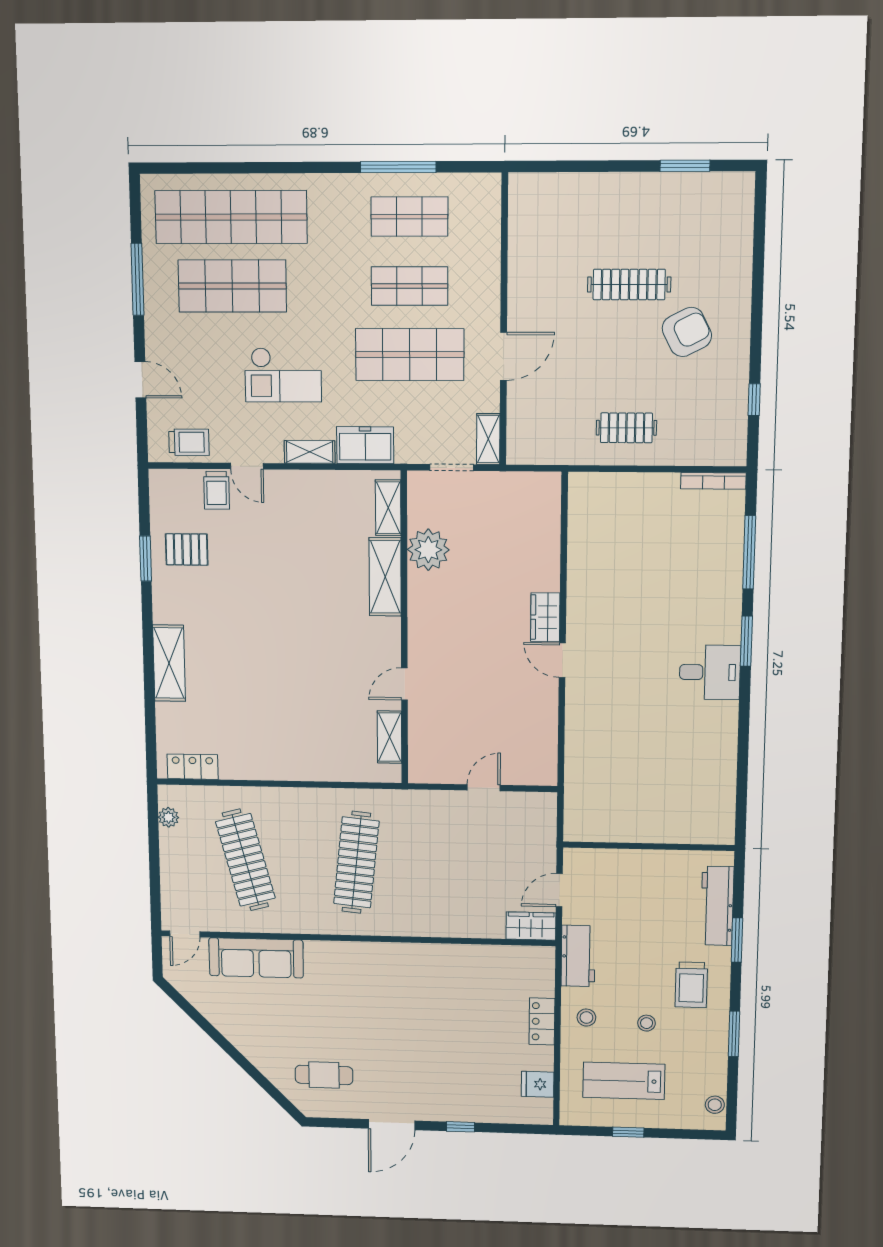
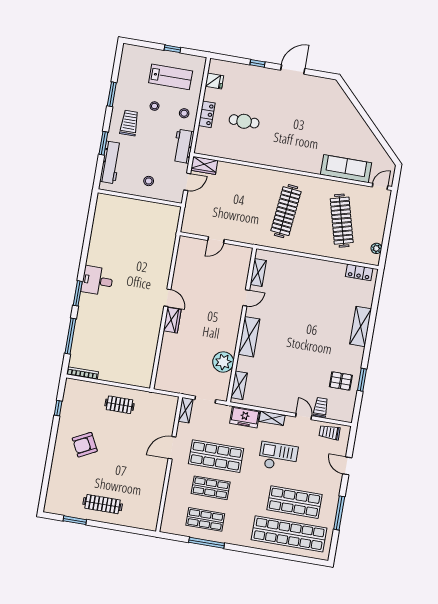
clothes rail: (629, 285) -> (103, 504), moved
shelving: (385, 577) -> (249, 337), moved
cafe table: (324, 1075) -> (244, 121), moved
stool: (715, 1105) -> (149, 181), moved

